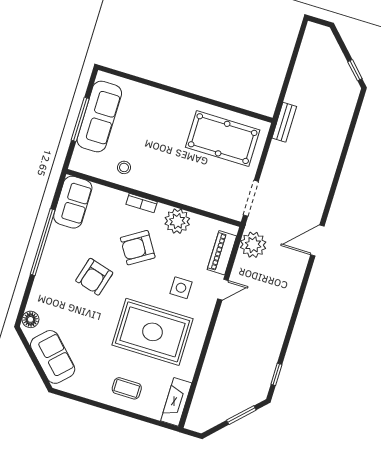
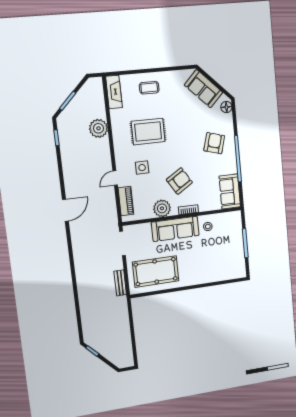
sofa: (99, 116) -> (175, 229), moved, turned -90
bench: (284, 122) -> (120, 283), moved
door: (317, 240) -> (65, 210), moved
plant: (253, 245) -> (98, 128), moved
armchair: (94, 277) -> (214, 143), moved
rug: (153, 332) -> (148, 132), width x0.73, depth x0.69

